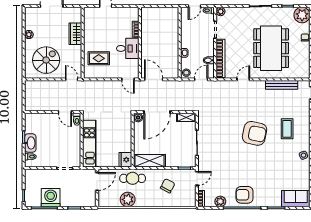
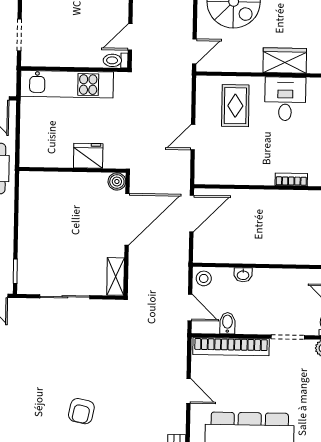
desk: (128, 48) -> (285, 99), moved, turned 180
door: (128, 79) -> (193, 137), moved
door: (157, 112) -> (127, 219), swing flipped
armchair: (255, 133) -> (81, 411), width x0.53, depth x0.53
fridge: (125, 160) -> (88, 156), moved
shelving: (149, 161) -> (31, 203), removed

